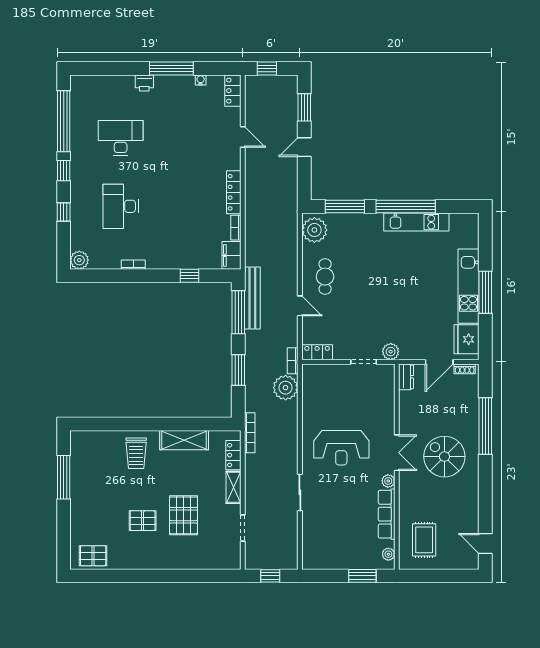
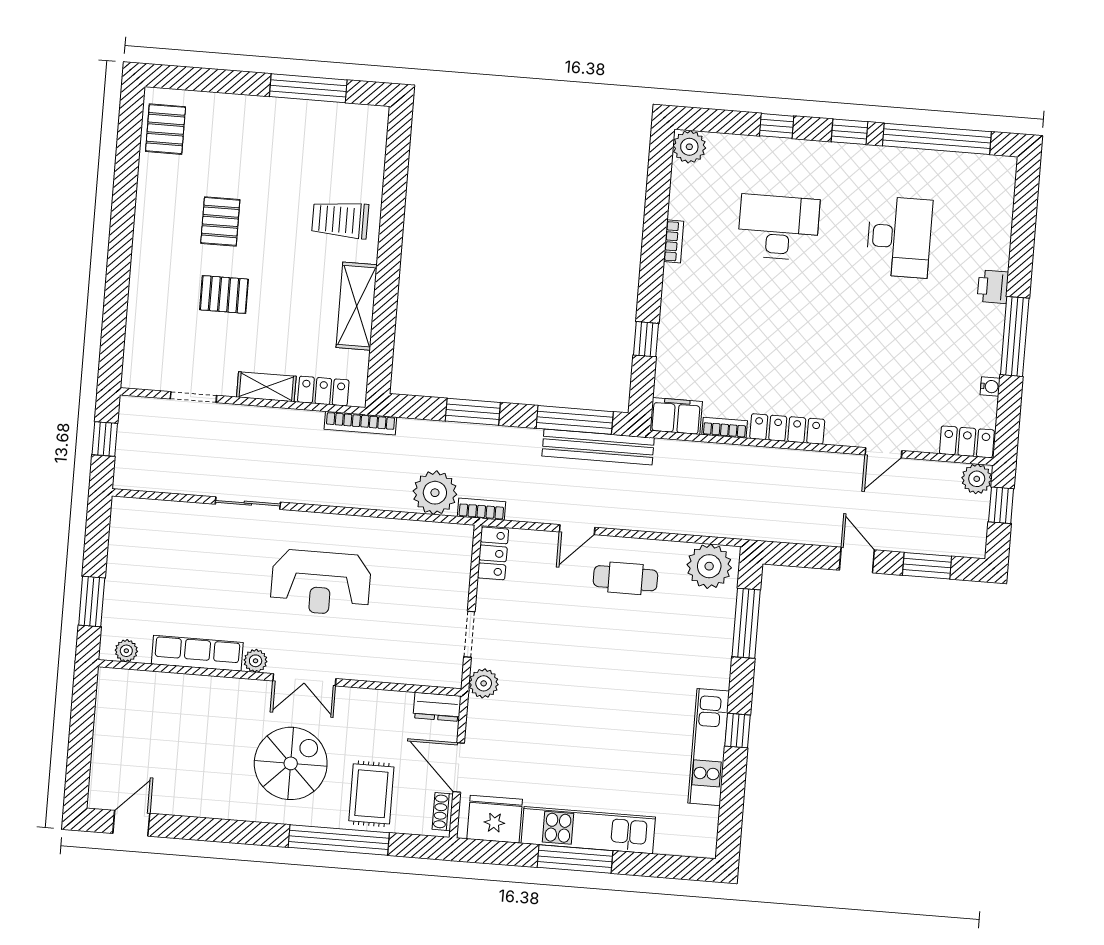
plant: (253, 83) -> (977, 479), added
window: (406, 207) -> (738, 731), width x0.32
reception desk: (341, 448) -> (321, 583), turned -90
pallet: (184, 515) -> (224, 294), width x0.67, depth x0.71
rug: (424, 540) -> (371, 794), moved, turned 90

